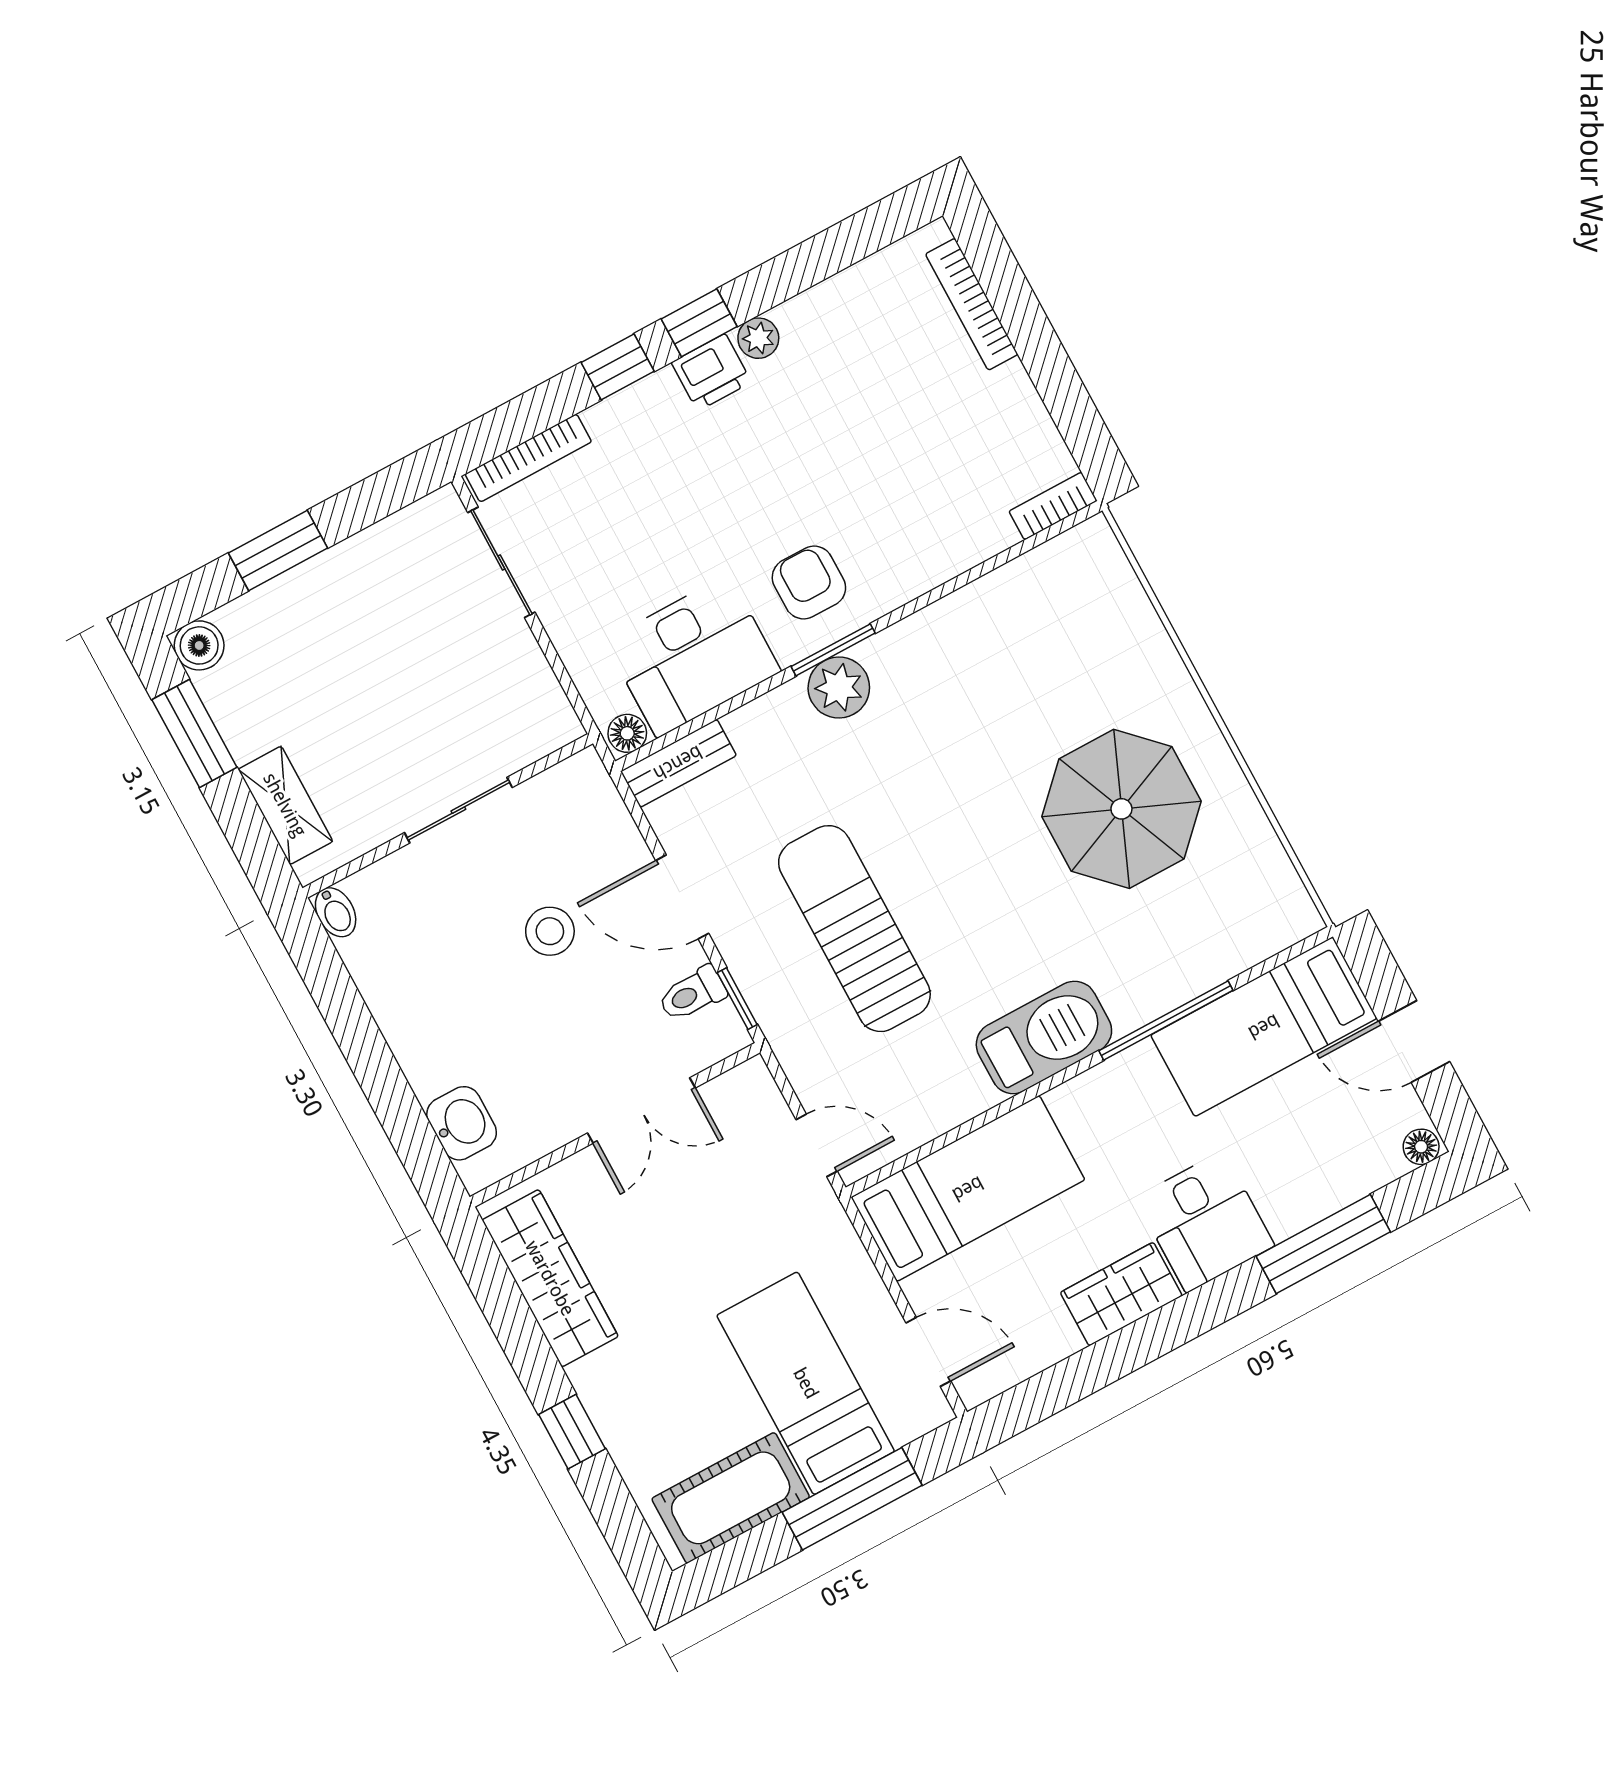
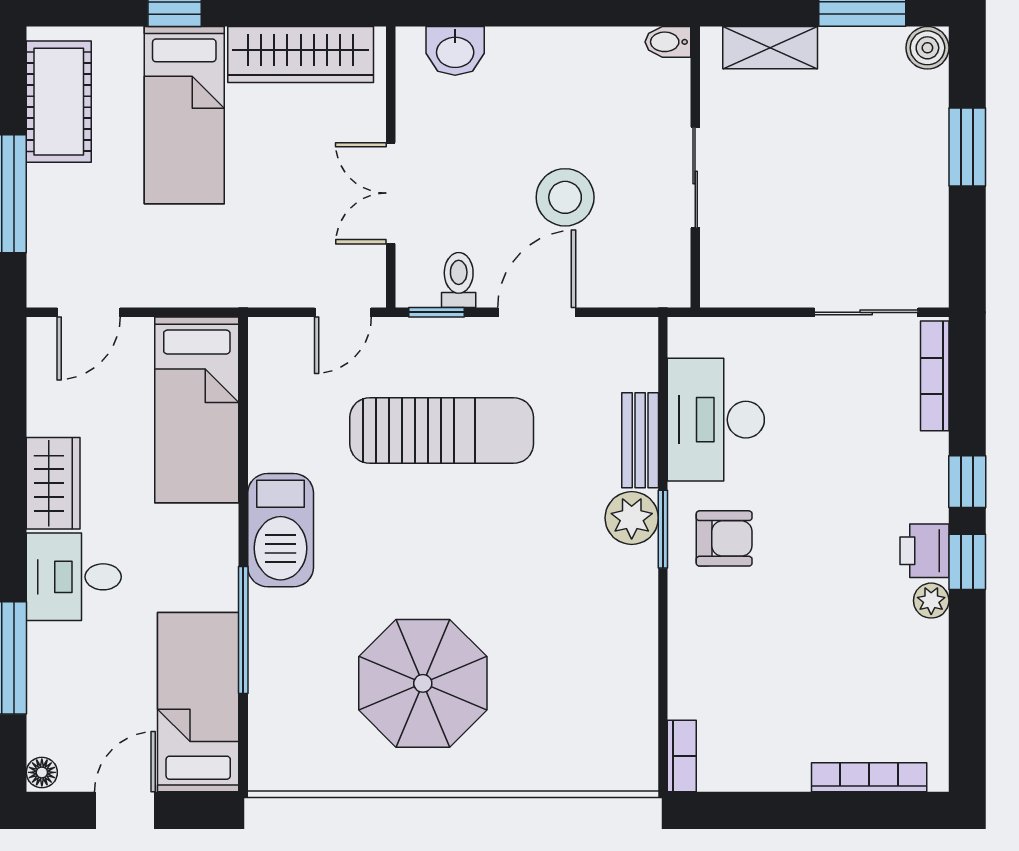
floor lamp: (627, 733) -> (684, 338), removed
bench: (678, 763) -> (640, 440), moved
stool: (550, 931) -> (565, 197), width x1.38, depth x1.38
door: (817, 1145) -> (343, 312), moved
bed: (806, 1383) -> (184, 115), moved, turned 90

